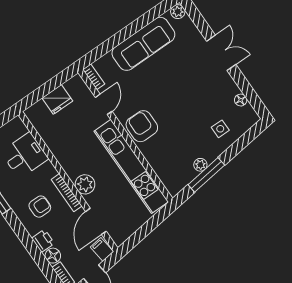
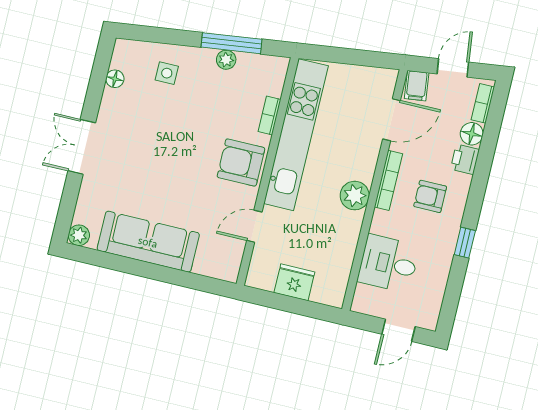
bookcase: (94, 77) -> (269, 115), moved
armchair: (142, 126) -> (241, 162), turned 90
plant: (85, 184) -> (355, 196), moved

